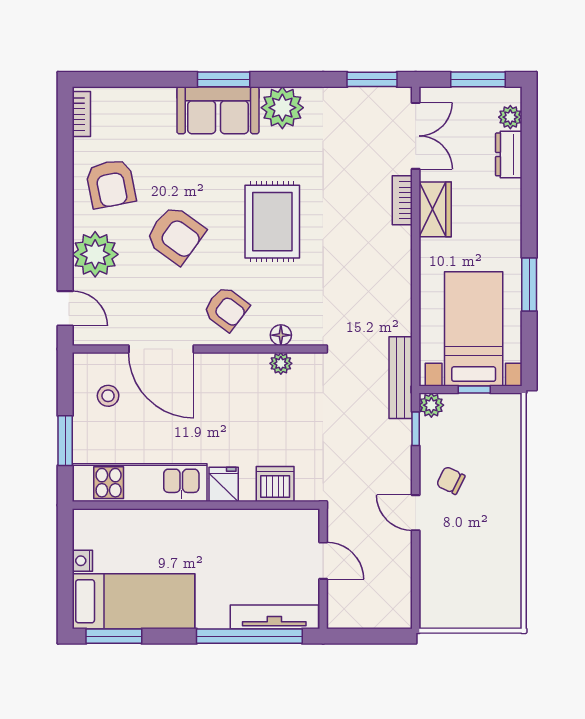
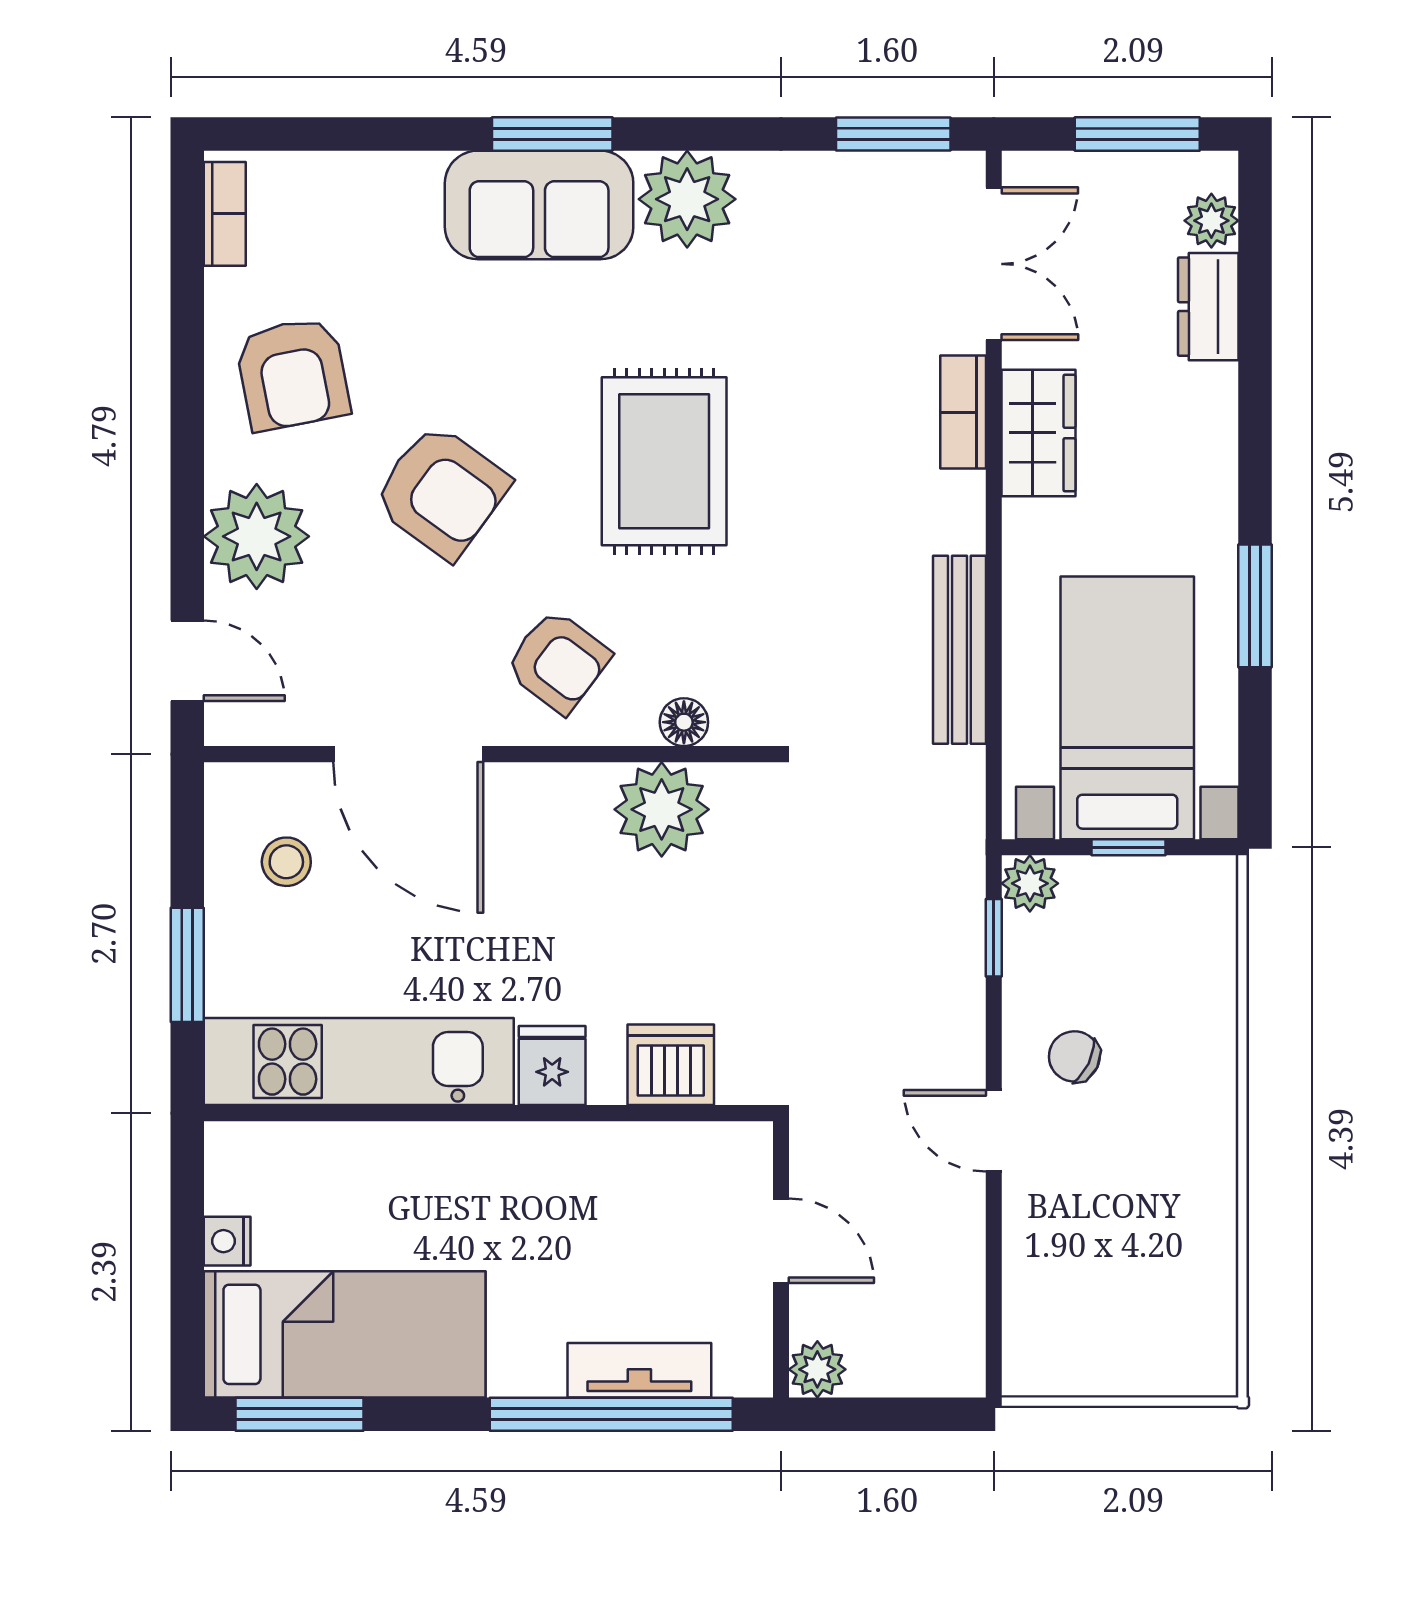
plant: (281, 363) -> (662, 809), width x1.88, depth x1.88
bench: (401, 378) -> (959, 650), moved
plant: (339, 616) -> (817, 1369), added
tv unit: (274, 617) -> (639, 1370), width x0.71

